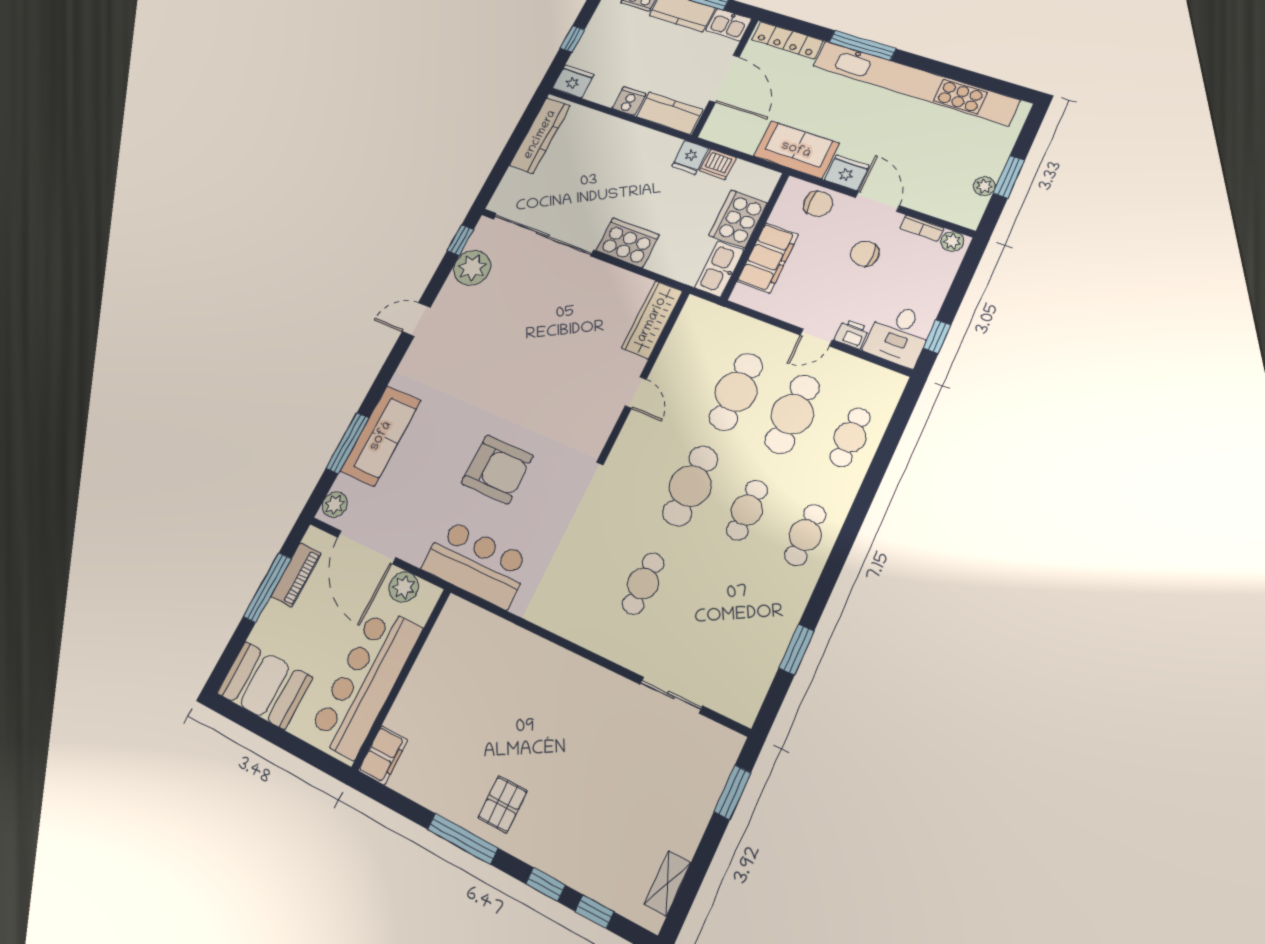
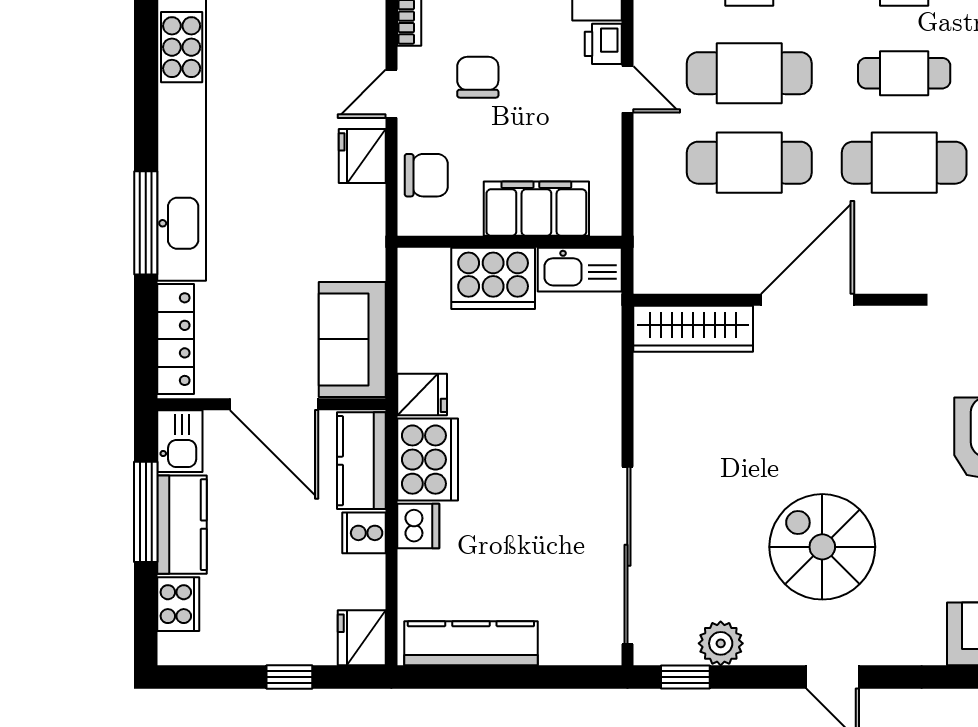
door: (724, 79) -> (274, 404), swing flipped
sofa: (796, 150) -> (352, 339), moved
dishwasher: (718, 164) -> (418, 526), moved
door: (877, 202) -> (391, 94), width x0.73
chair: (818, 204) -> (426, 175), turned 90
cooker: (628, 243) -> (428, 460), moved, turned 180
chair: (865, 254) -> (478, 77), turned 180
plant: (472, 268) -> (721, 643), width x0.73, depth x0.73
spiral stairs: (490, 343) -> (822, 547), added
door: (636, 393) -> (808, 300), width x1.88

